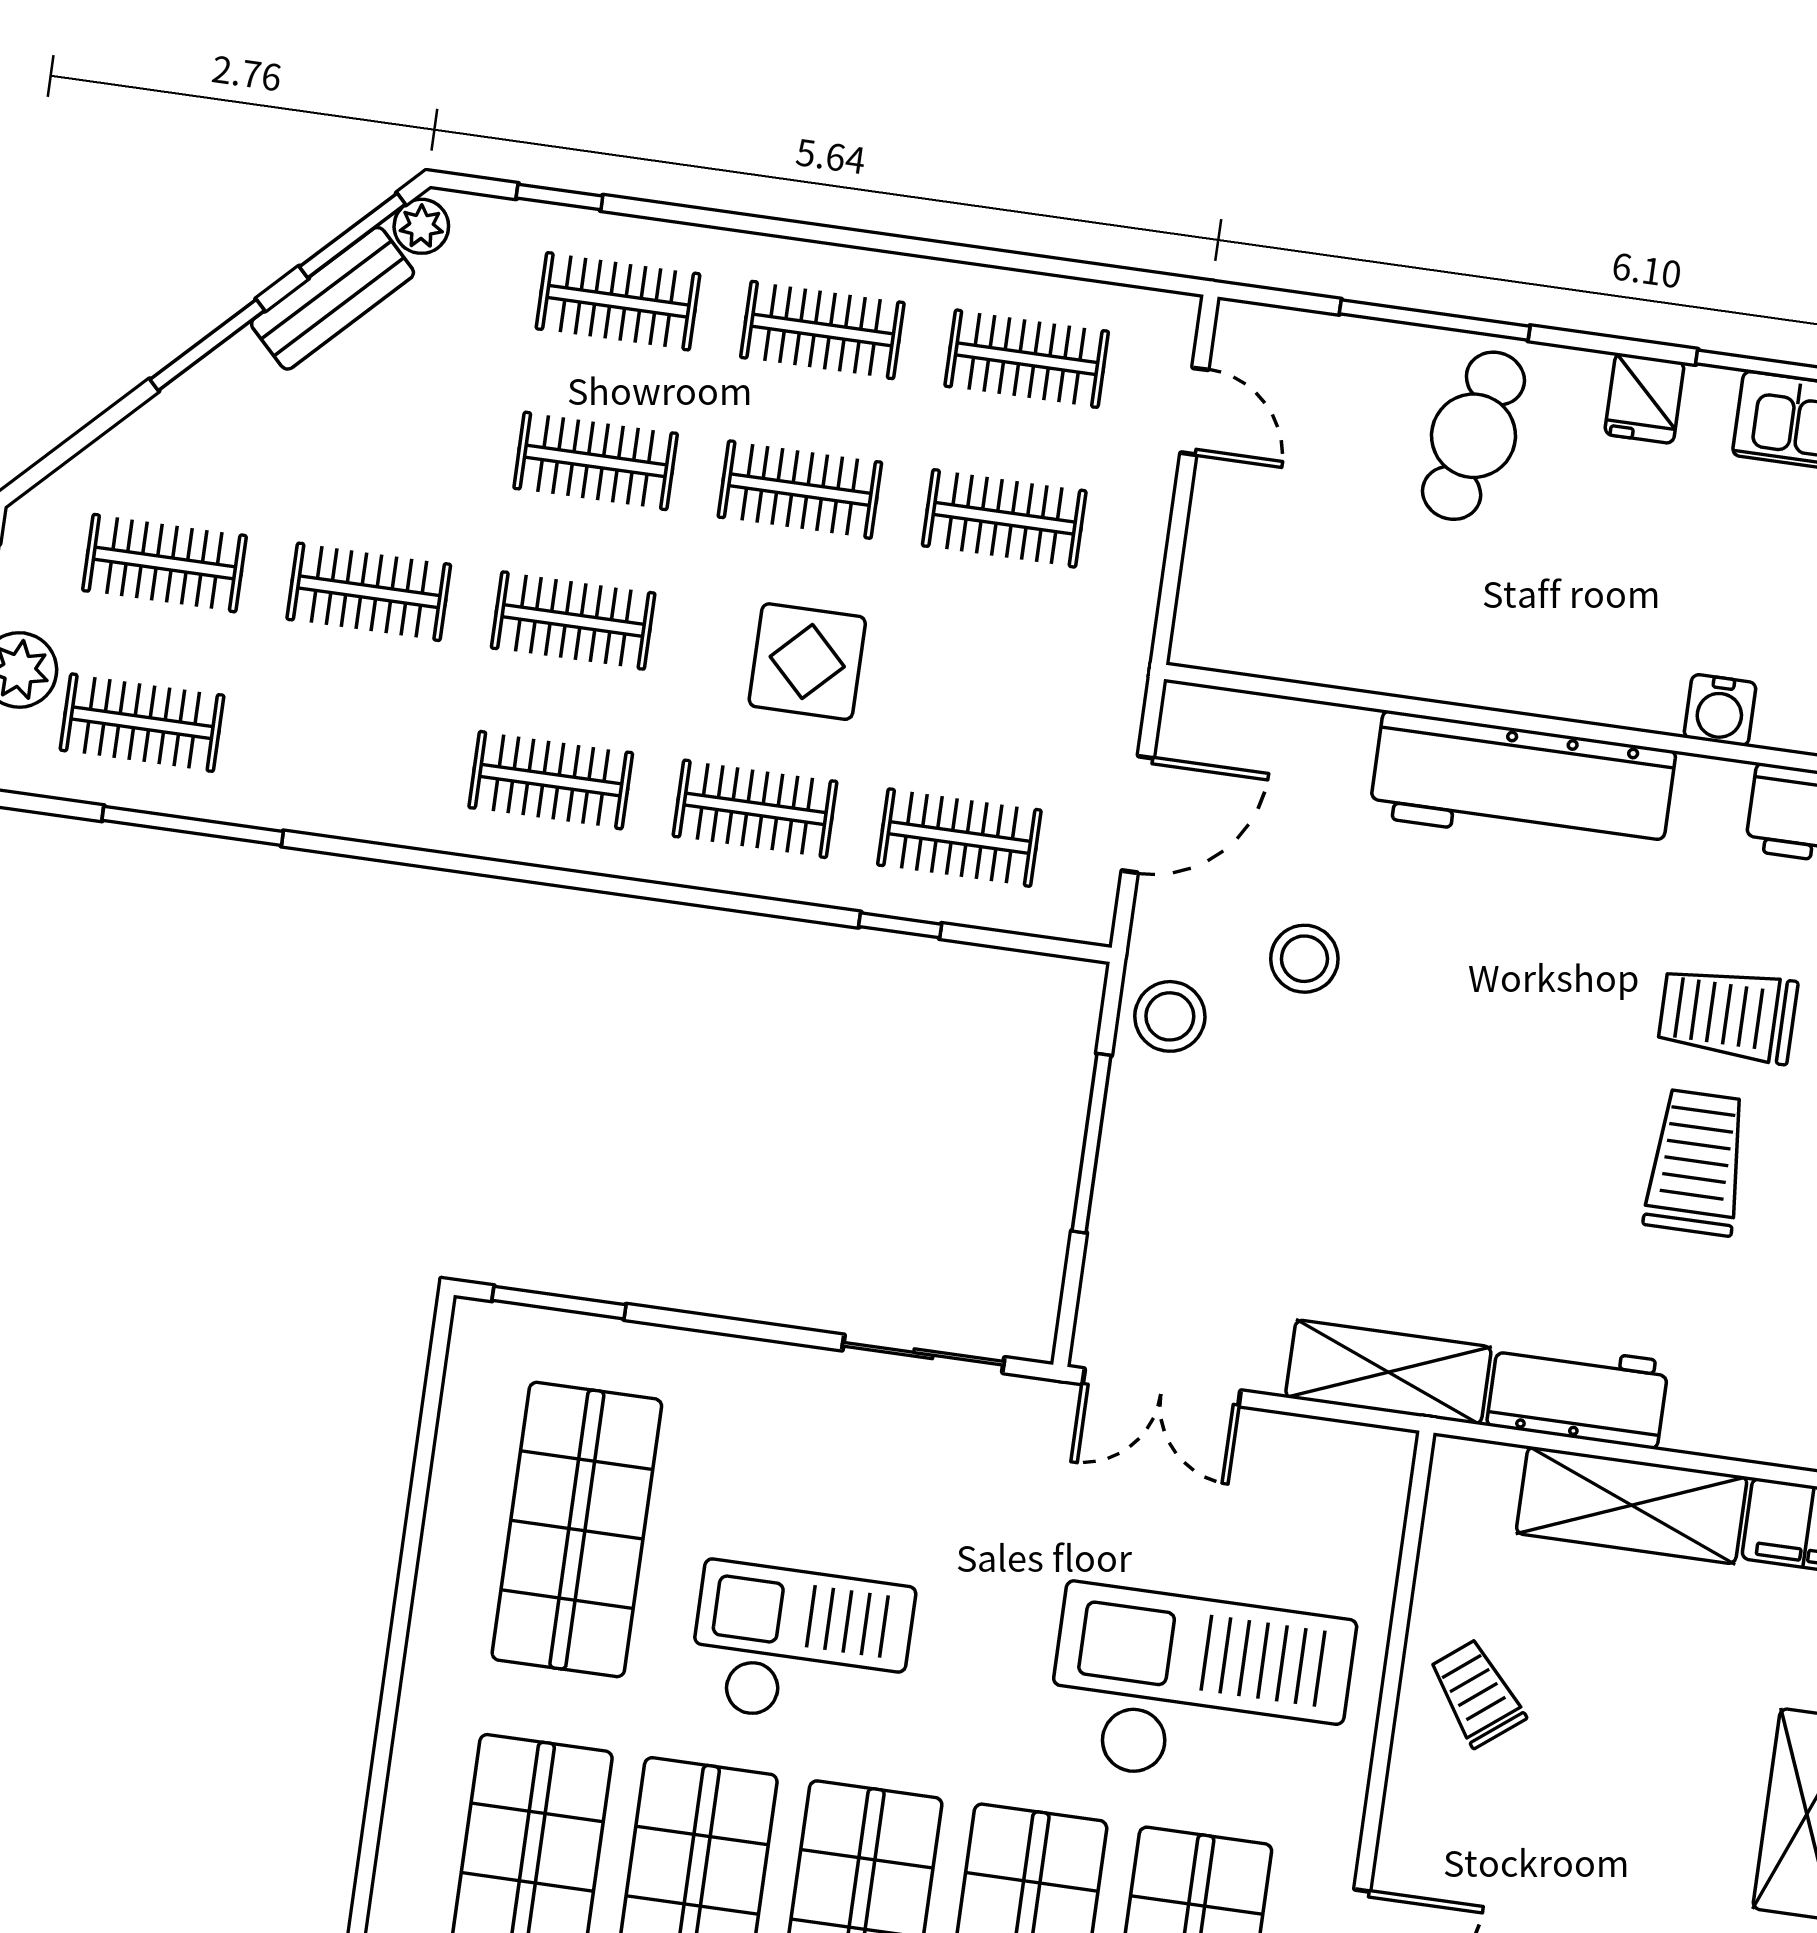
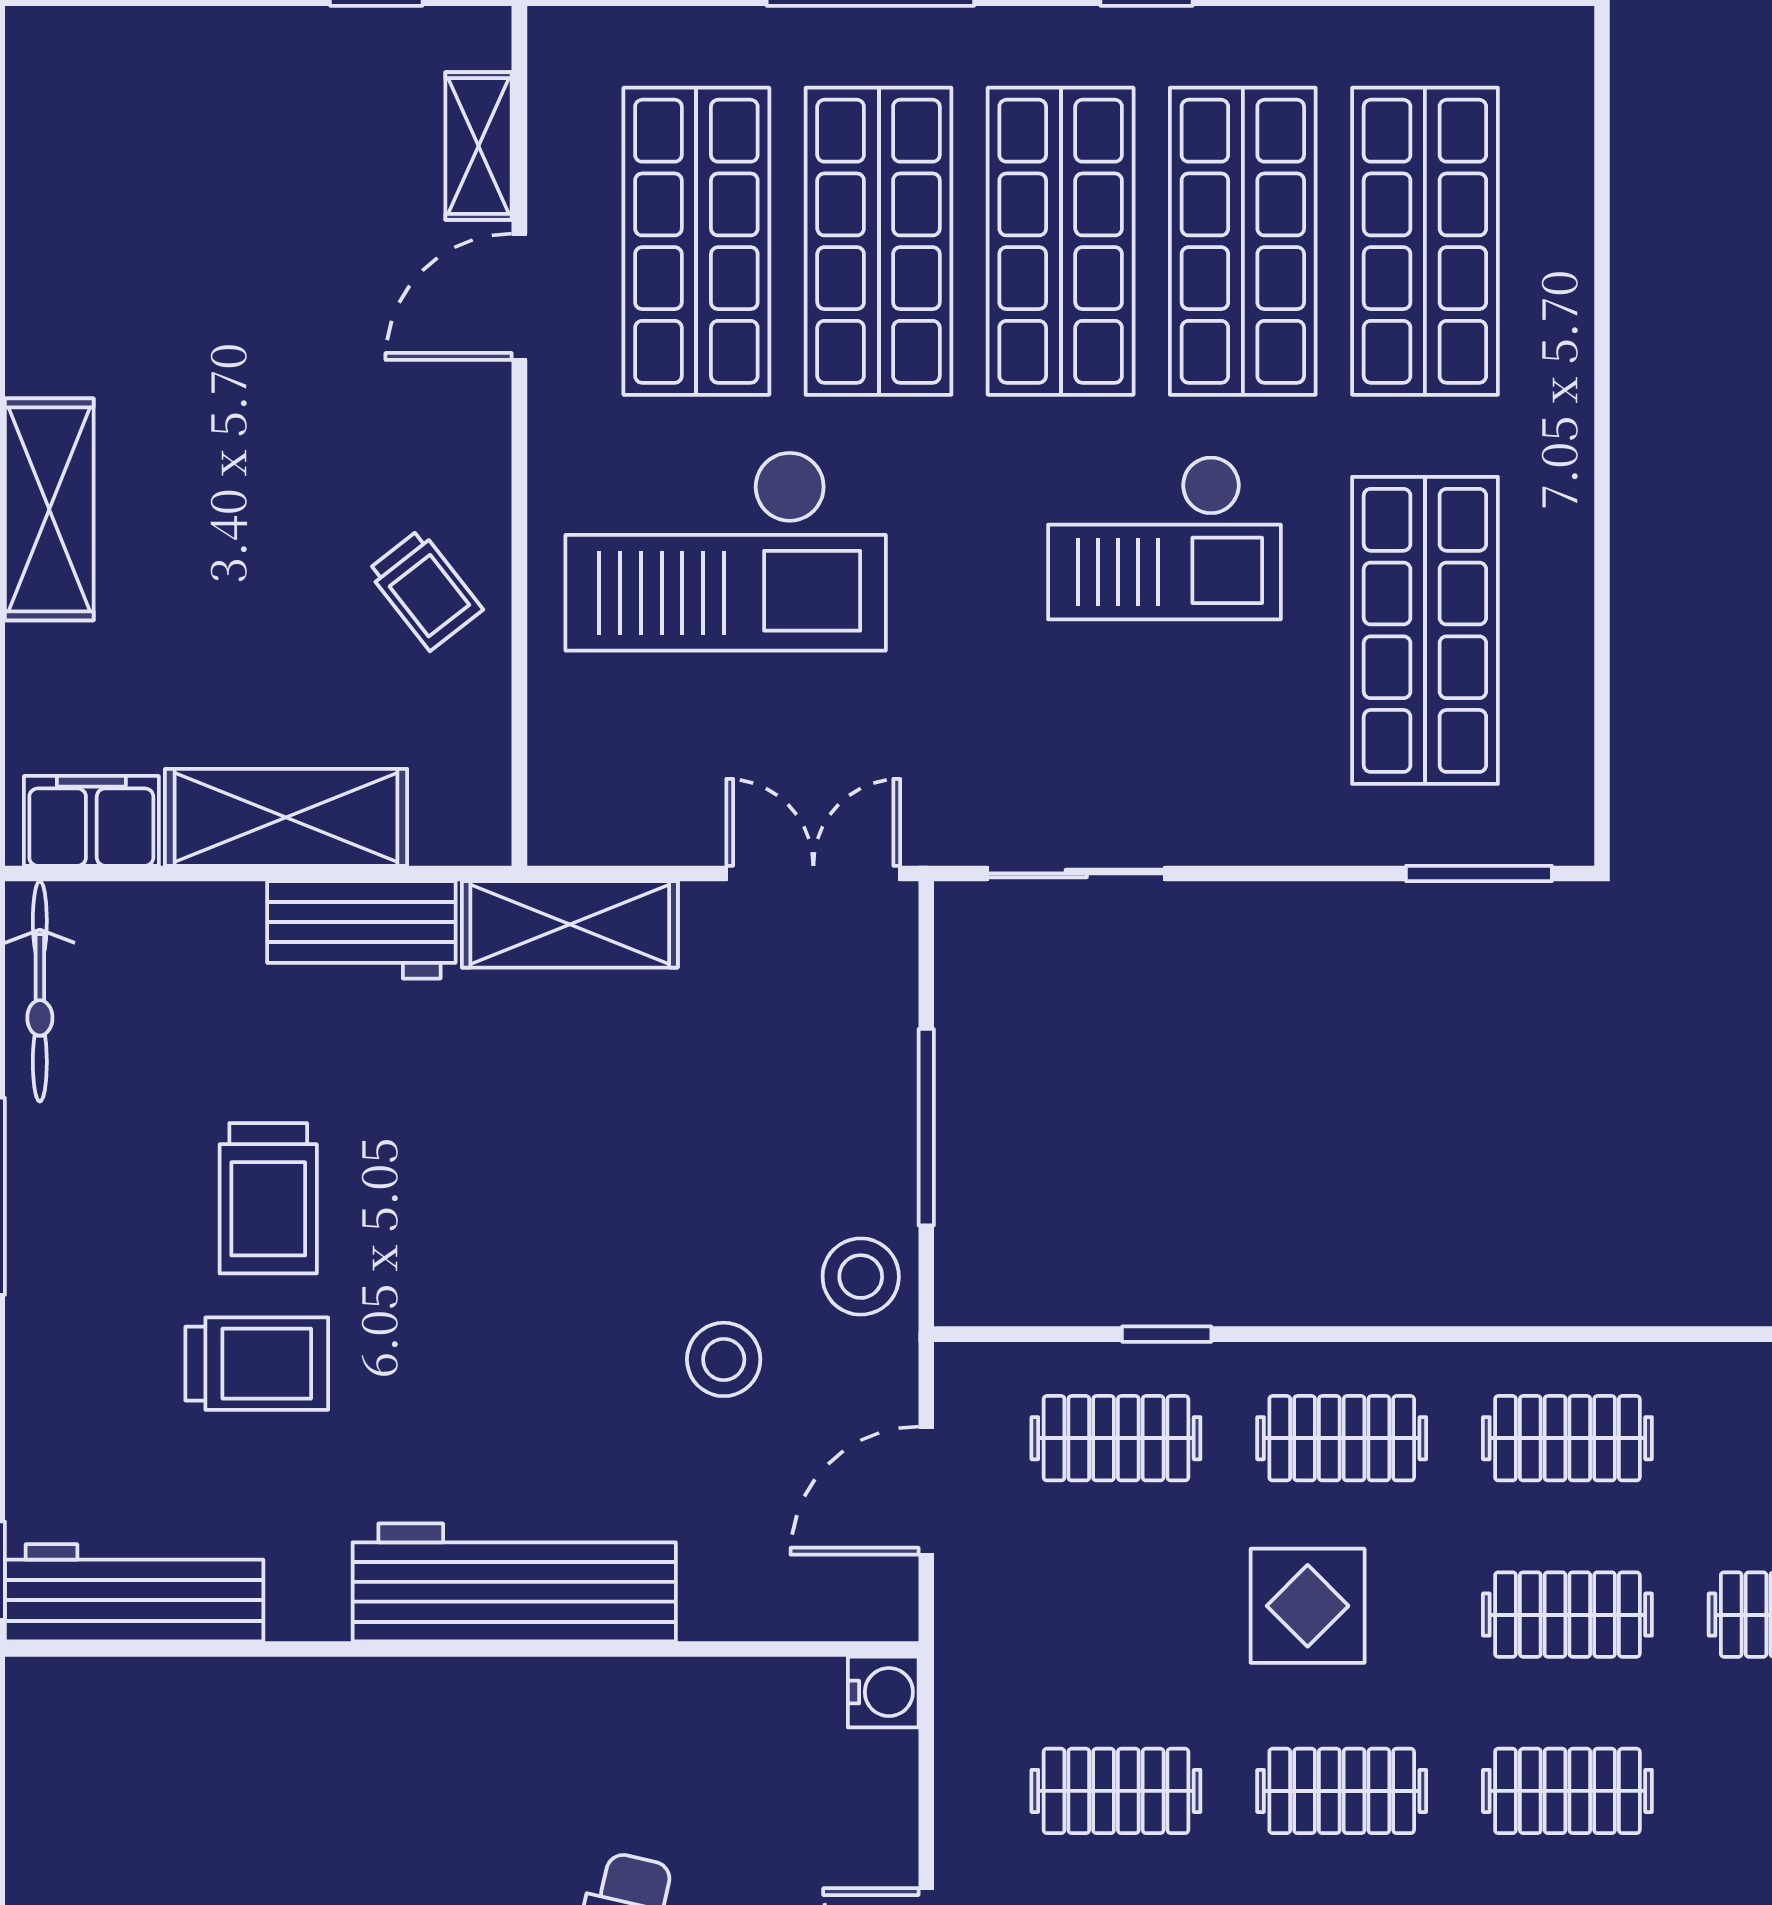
water cooler: (1720, 710) -> (883, 1692), moved, turned 90

